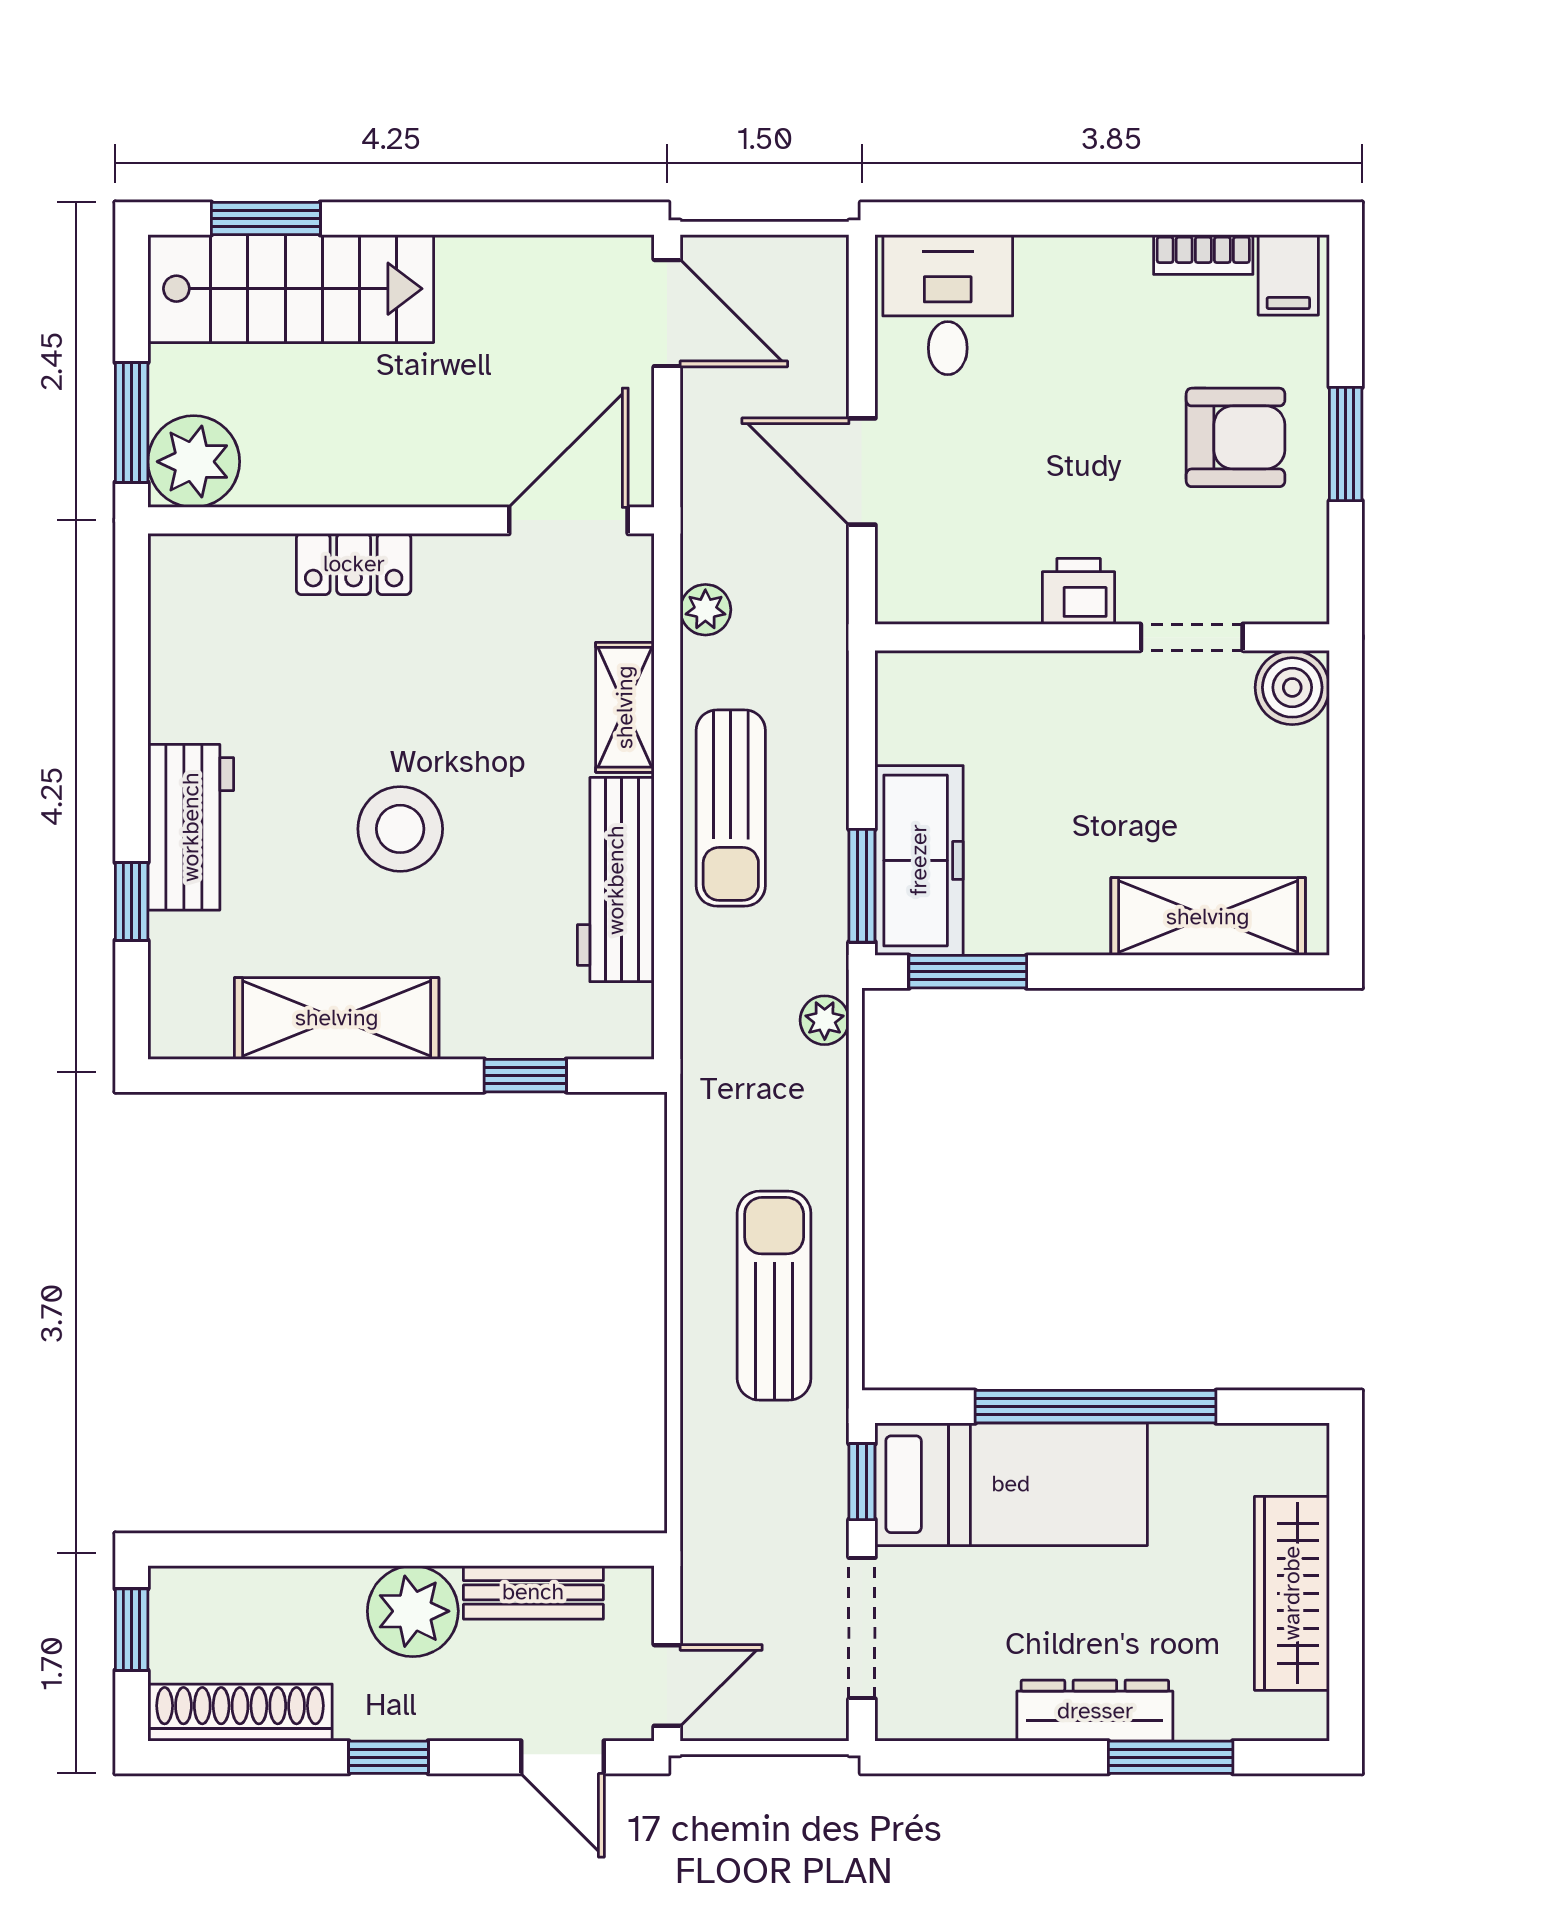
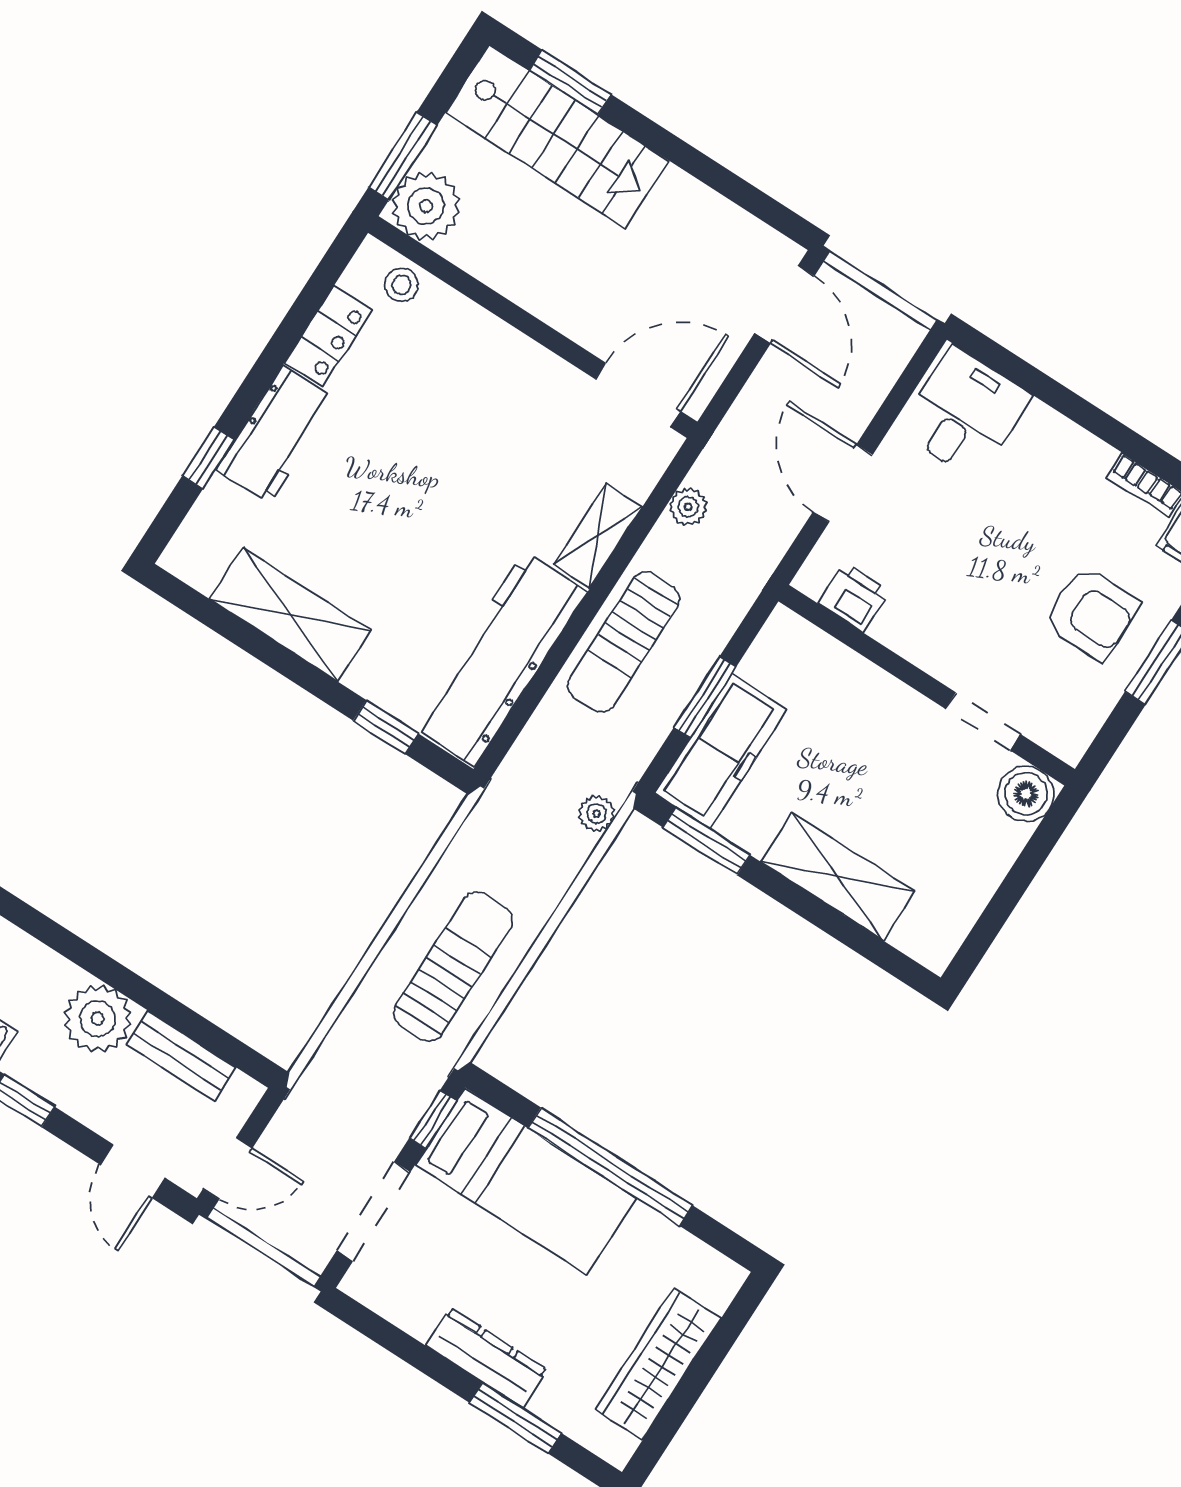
locker: (354, 564) -> (328, 336), moved, turned -90
printer: (1079, 591) -> (854, 597), moved
stool: (400, 829) -> (402, 285), moved, width x0.53, depth x0.53
workbench: (616, 880) -> (499, 659), width x1.36, depth x1.32
window: (862, 886) -> (705, 697), moved
shelving: (1208, 917) -> (838, 877), moved

